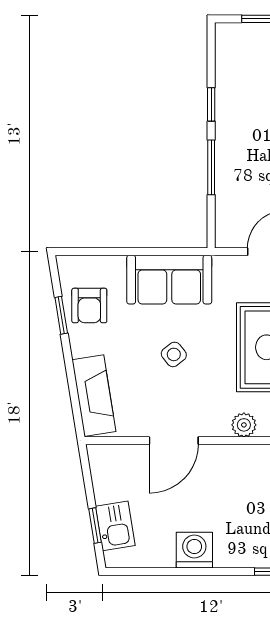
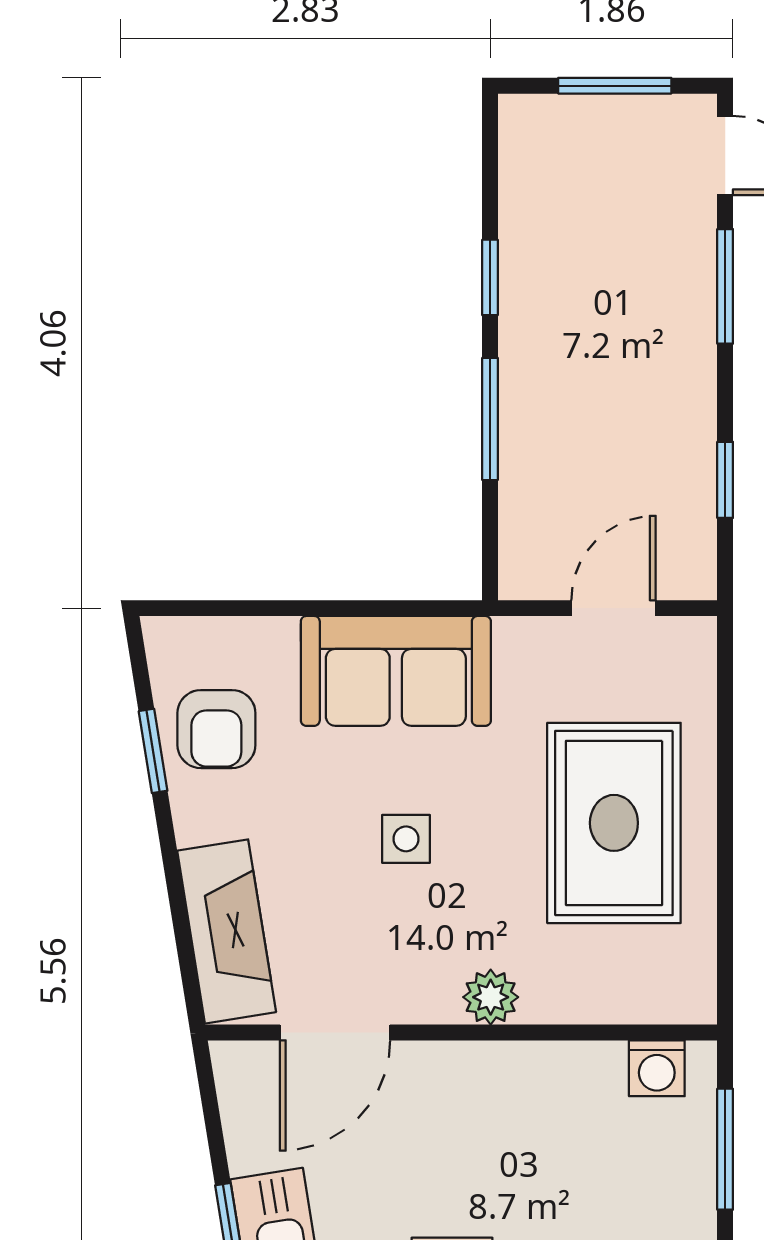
side table: (174, 354) -> (406, 839), turned 38
plant: (244, 425) -> (491, 997), moved
door: (174, 441) -> (335, 1033), moved

